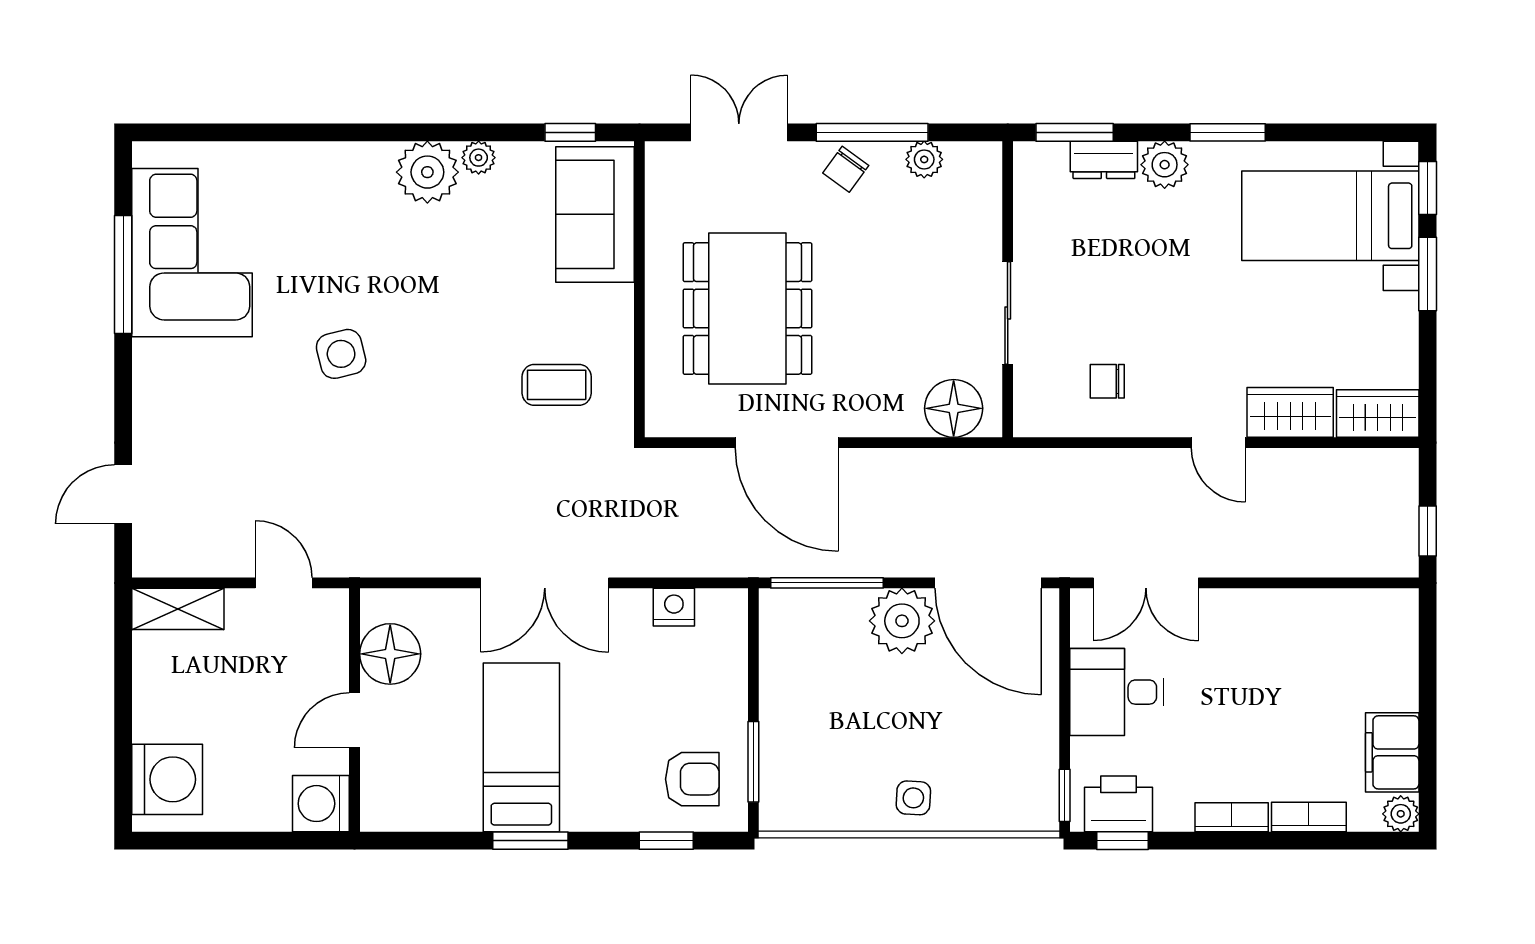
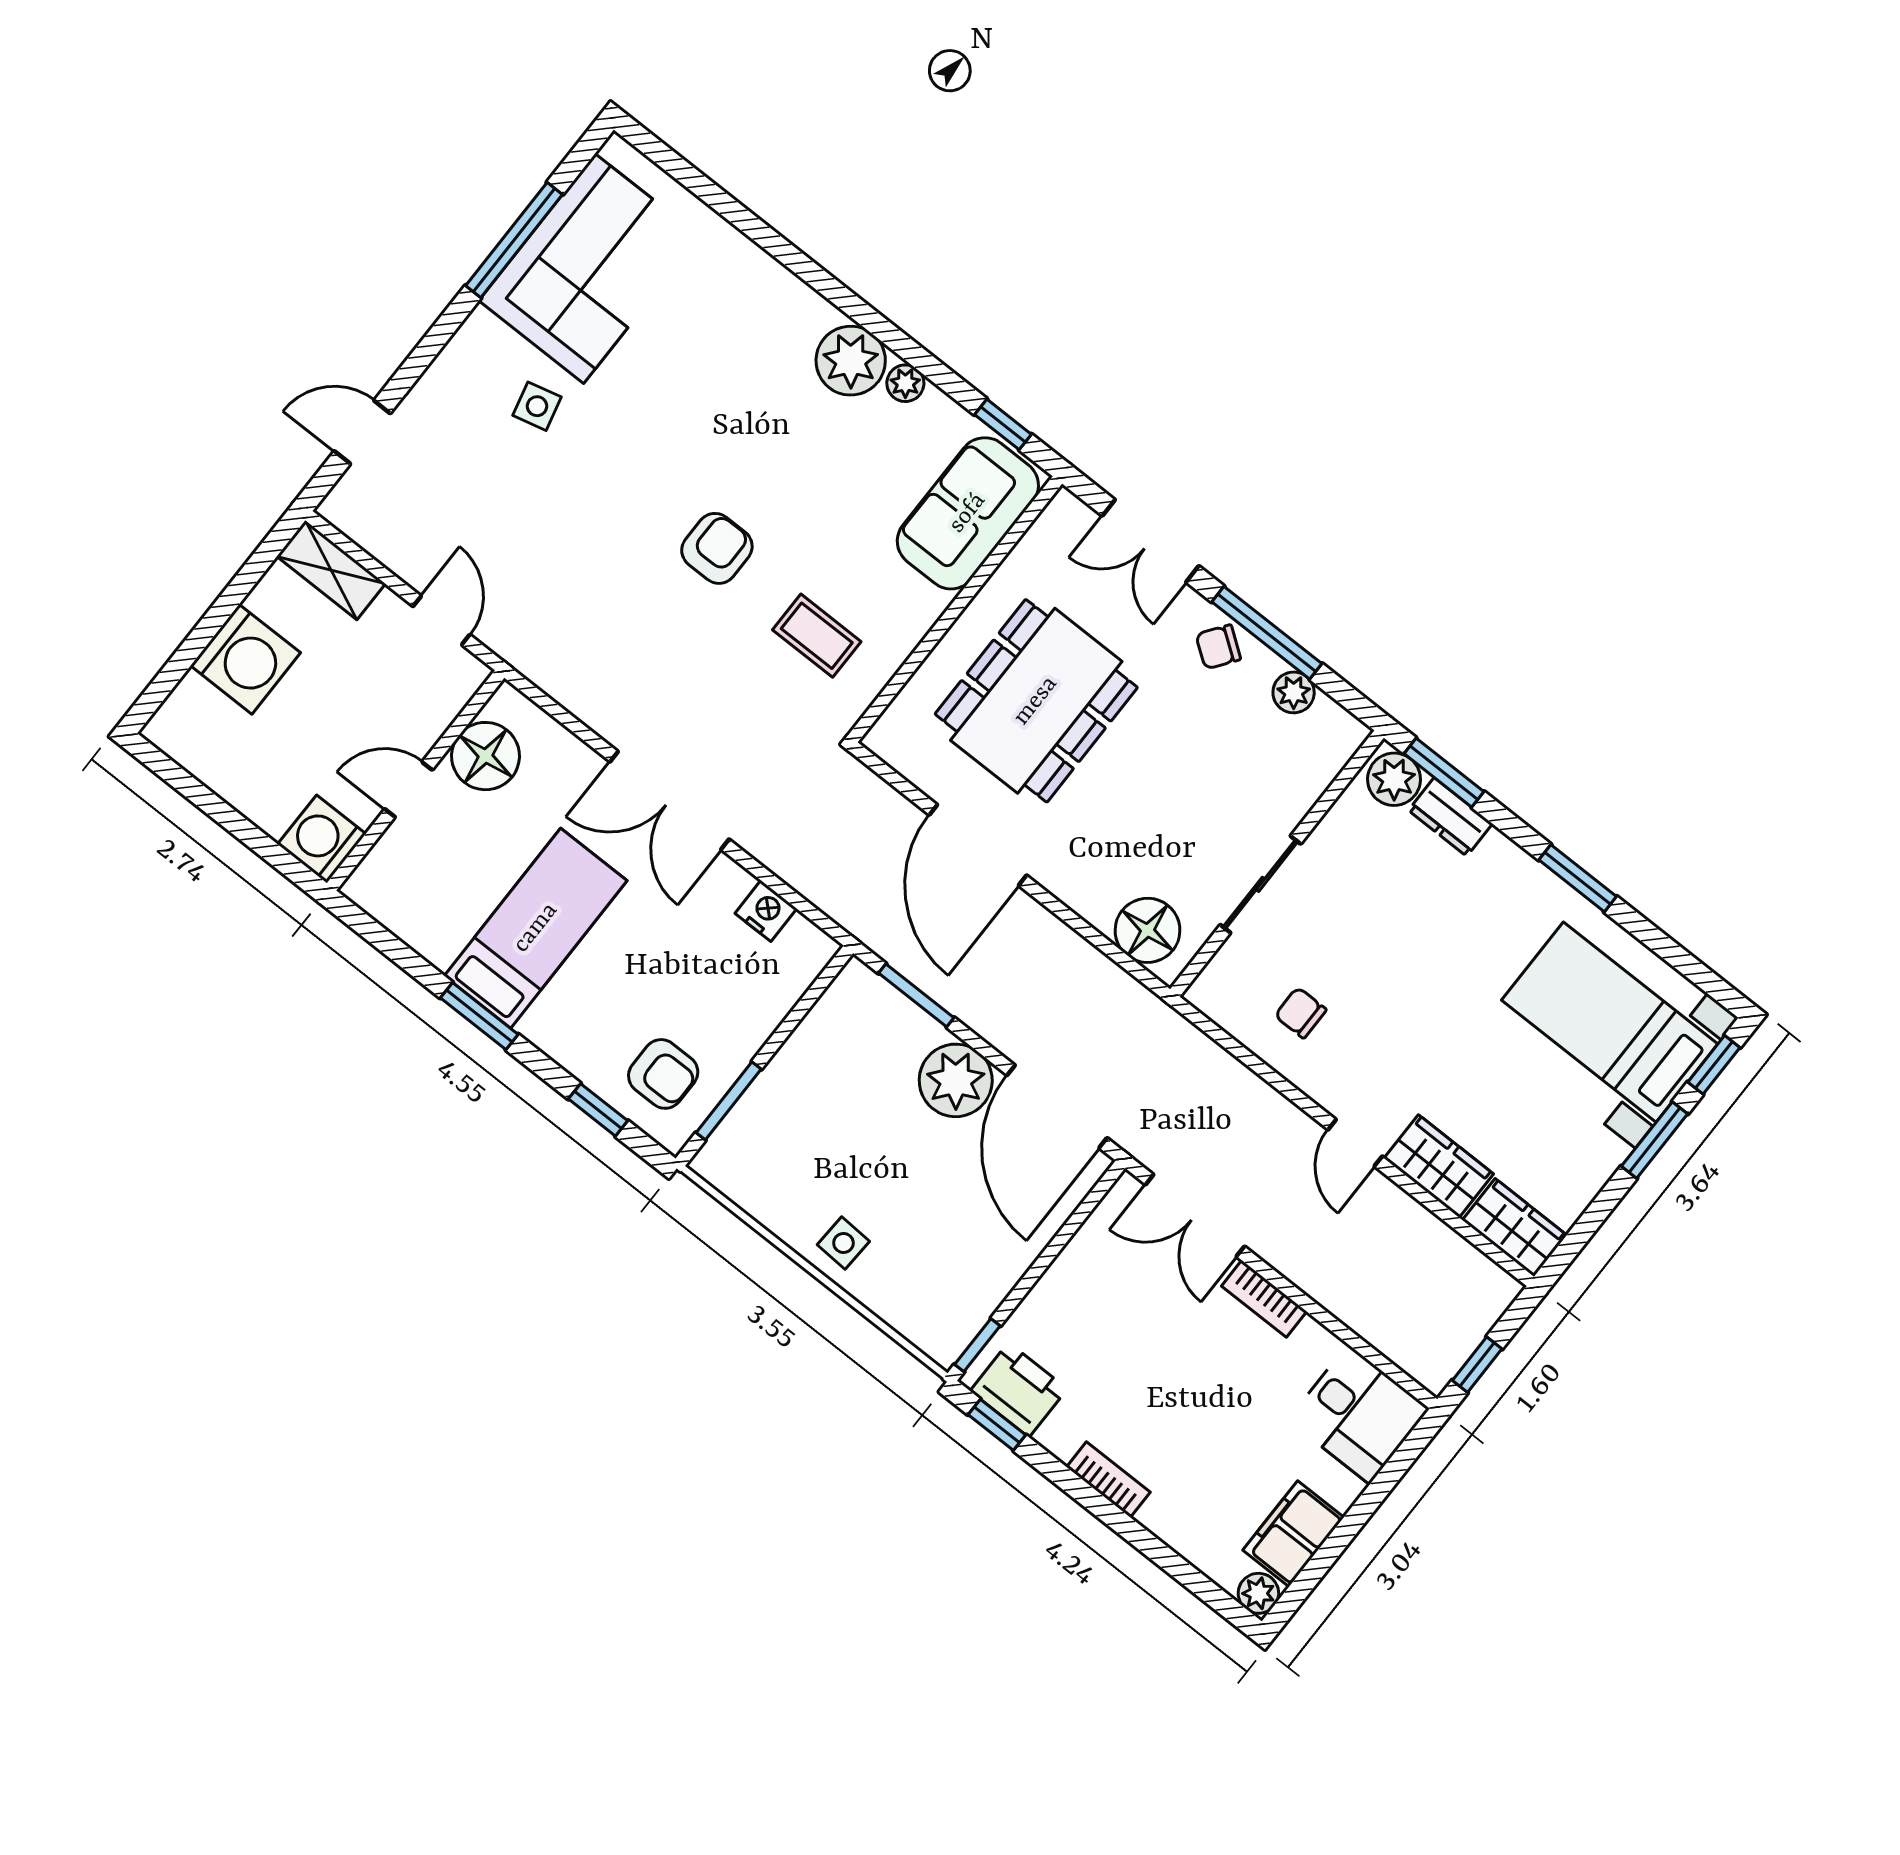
double door: (739, 132) -> (1150, 541), swing flipped
plant: (1165, 165) -> (1394, 779), moved
side table: (341, 354) -> (537, 406), moved, width x0.73, depth x0.73
armchair: (438, 379) -> (717, 548), added
window: (827, 583) -> (916, 995), width x0.69
desk: (1117, 692) -> (1359, 1414), moved, turned 180
washing machine: (167, 779) -> (245, 659), moved
bookcase: (1309, 817) -> (1264, 1299), moved, turned 180

